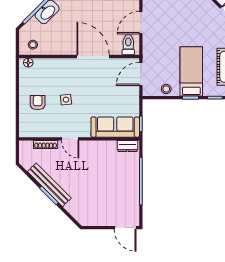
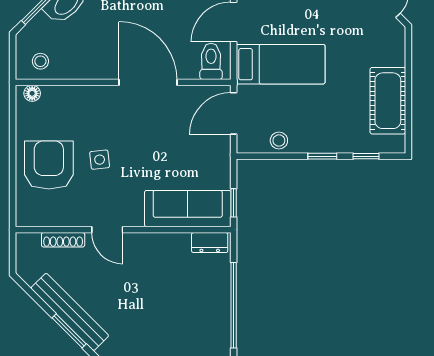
bed: (191, 71) -> (281, 64), moved, turned 90
armchair: (38, 103) -> (49, 165), width x1.88, depth x1.88

